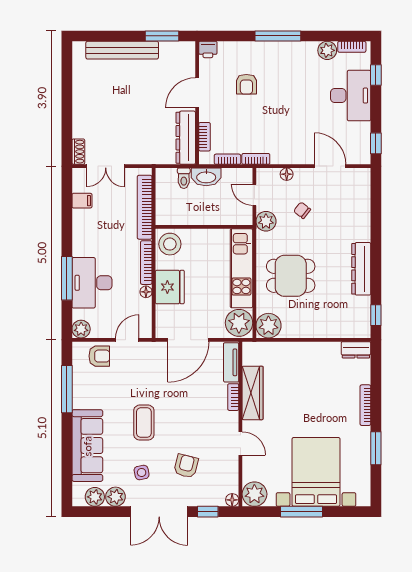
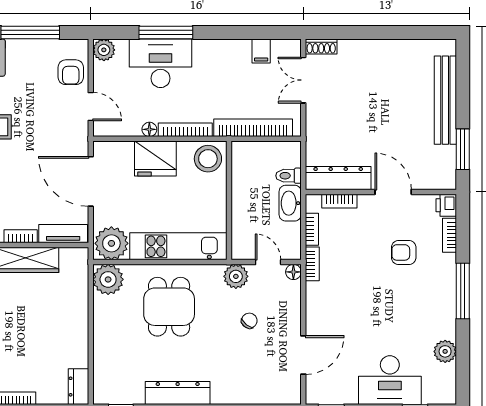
bookcase: (352, 47) -> (450, 235), moved
floor lamp: (287, 174) -> (293, 272), moved
door: (254, 195) -> (268, 262), hinge flipped

